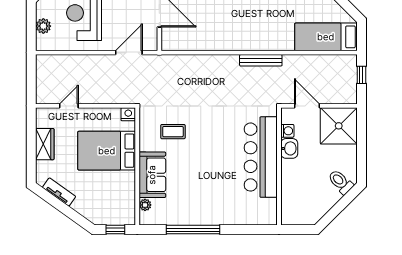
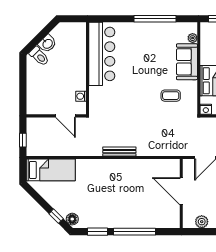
bench: (261, 60) -> (119, 152), moved
shower: (339, 126) -> (41, 100), removed
washbasin: (289, 148) -> (47, 44), moved, turned -135
bar counter: (261, 157) -> (102, 54), moved

